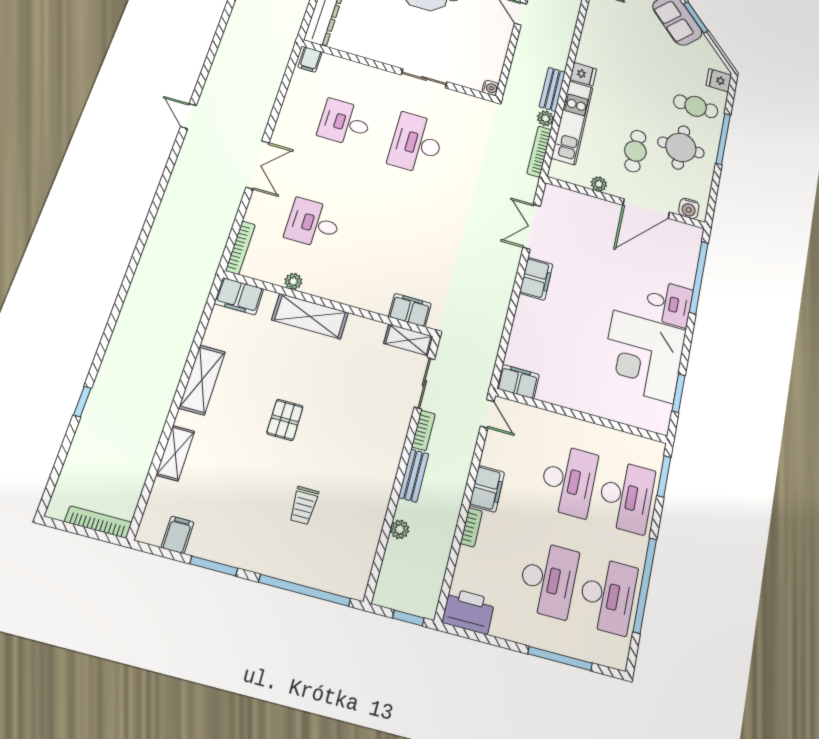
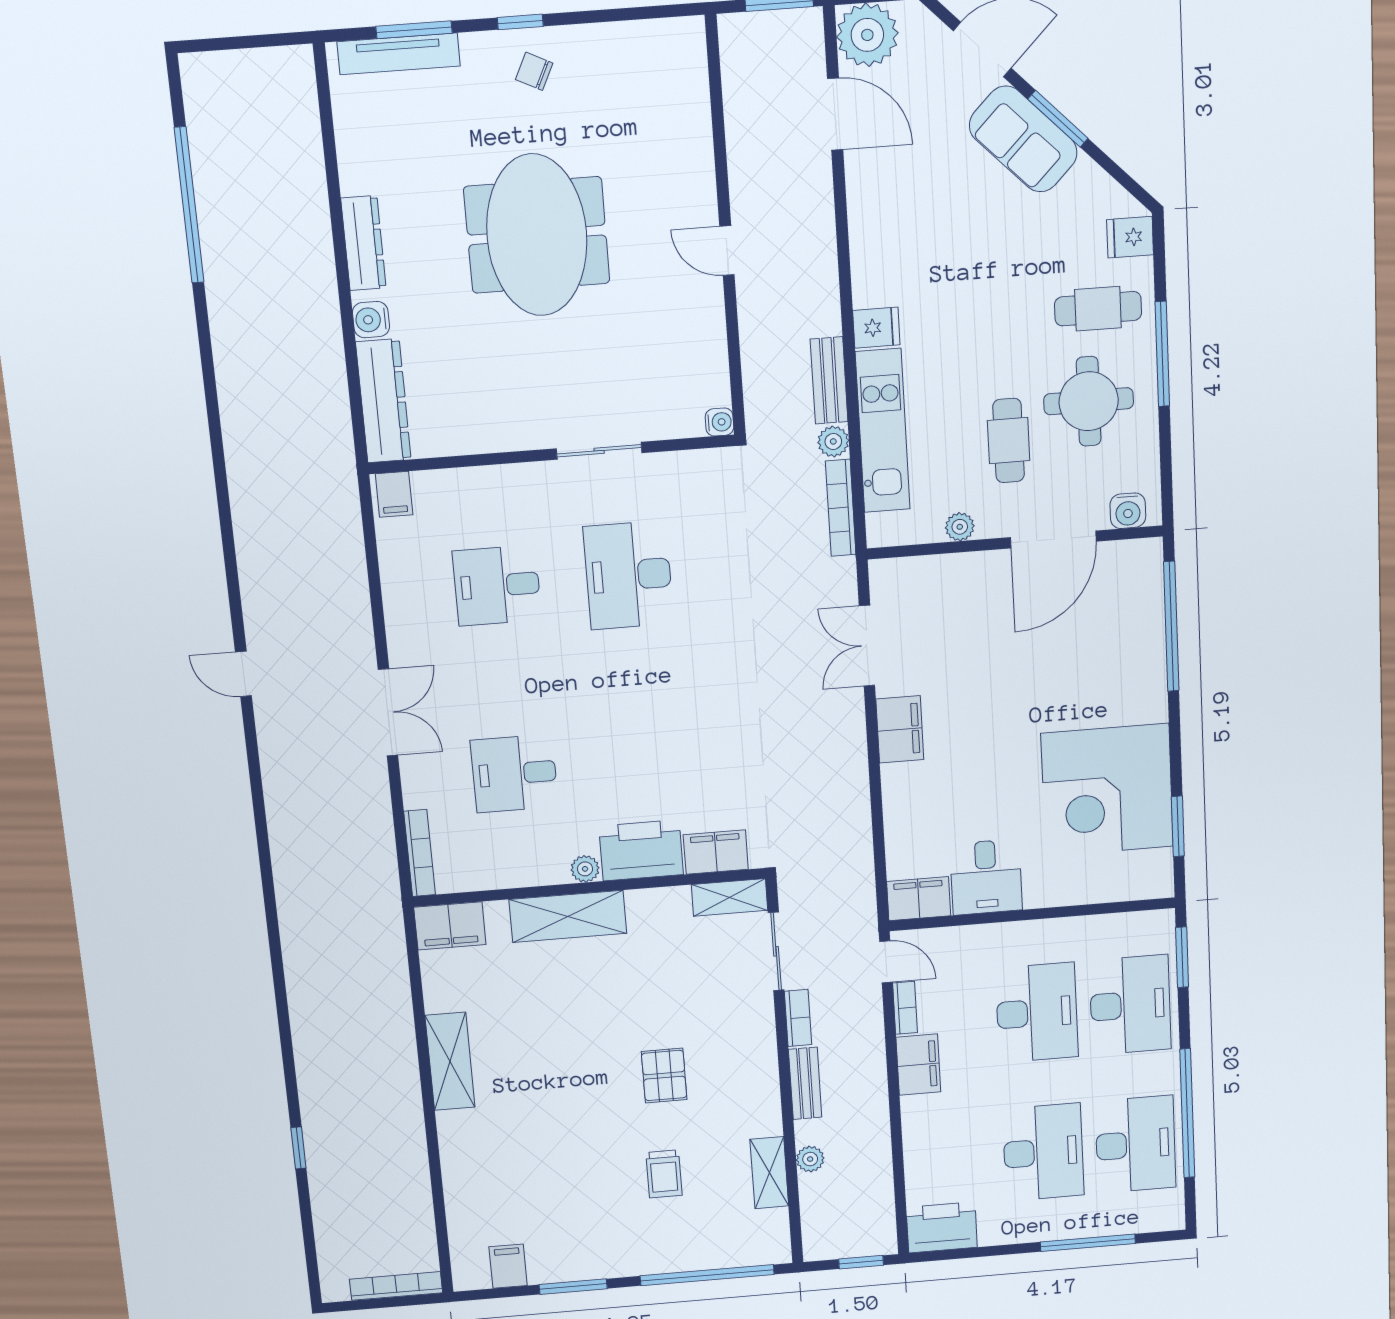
plant: (293, 281) -> (585, 869), moved
printer: (368, 293) -> (641, 850), added
desk: (669, 303) -> (986, 877), moved, turned 90
pallet: (285, 420) -> (664, 1075), moved
shelving: (175, 453) -> (769, 1173), moved
bookcase: (471, 527) -> (905, 1008), moved

